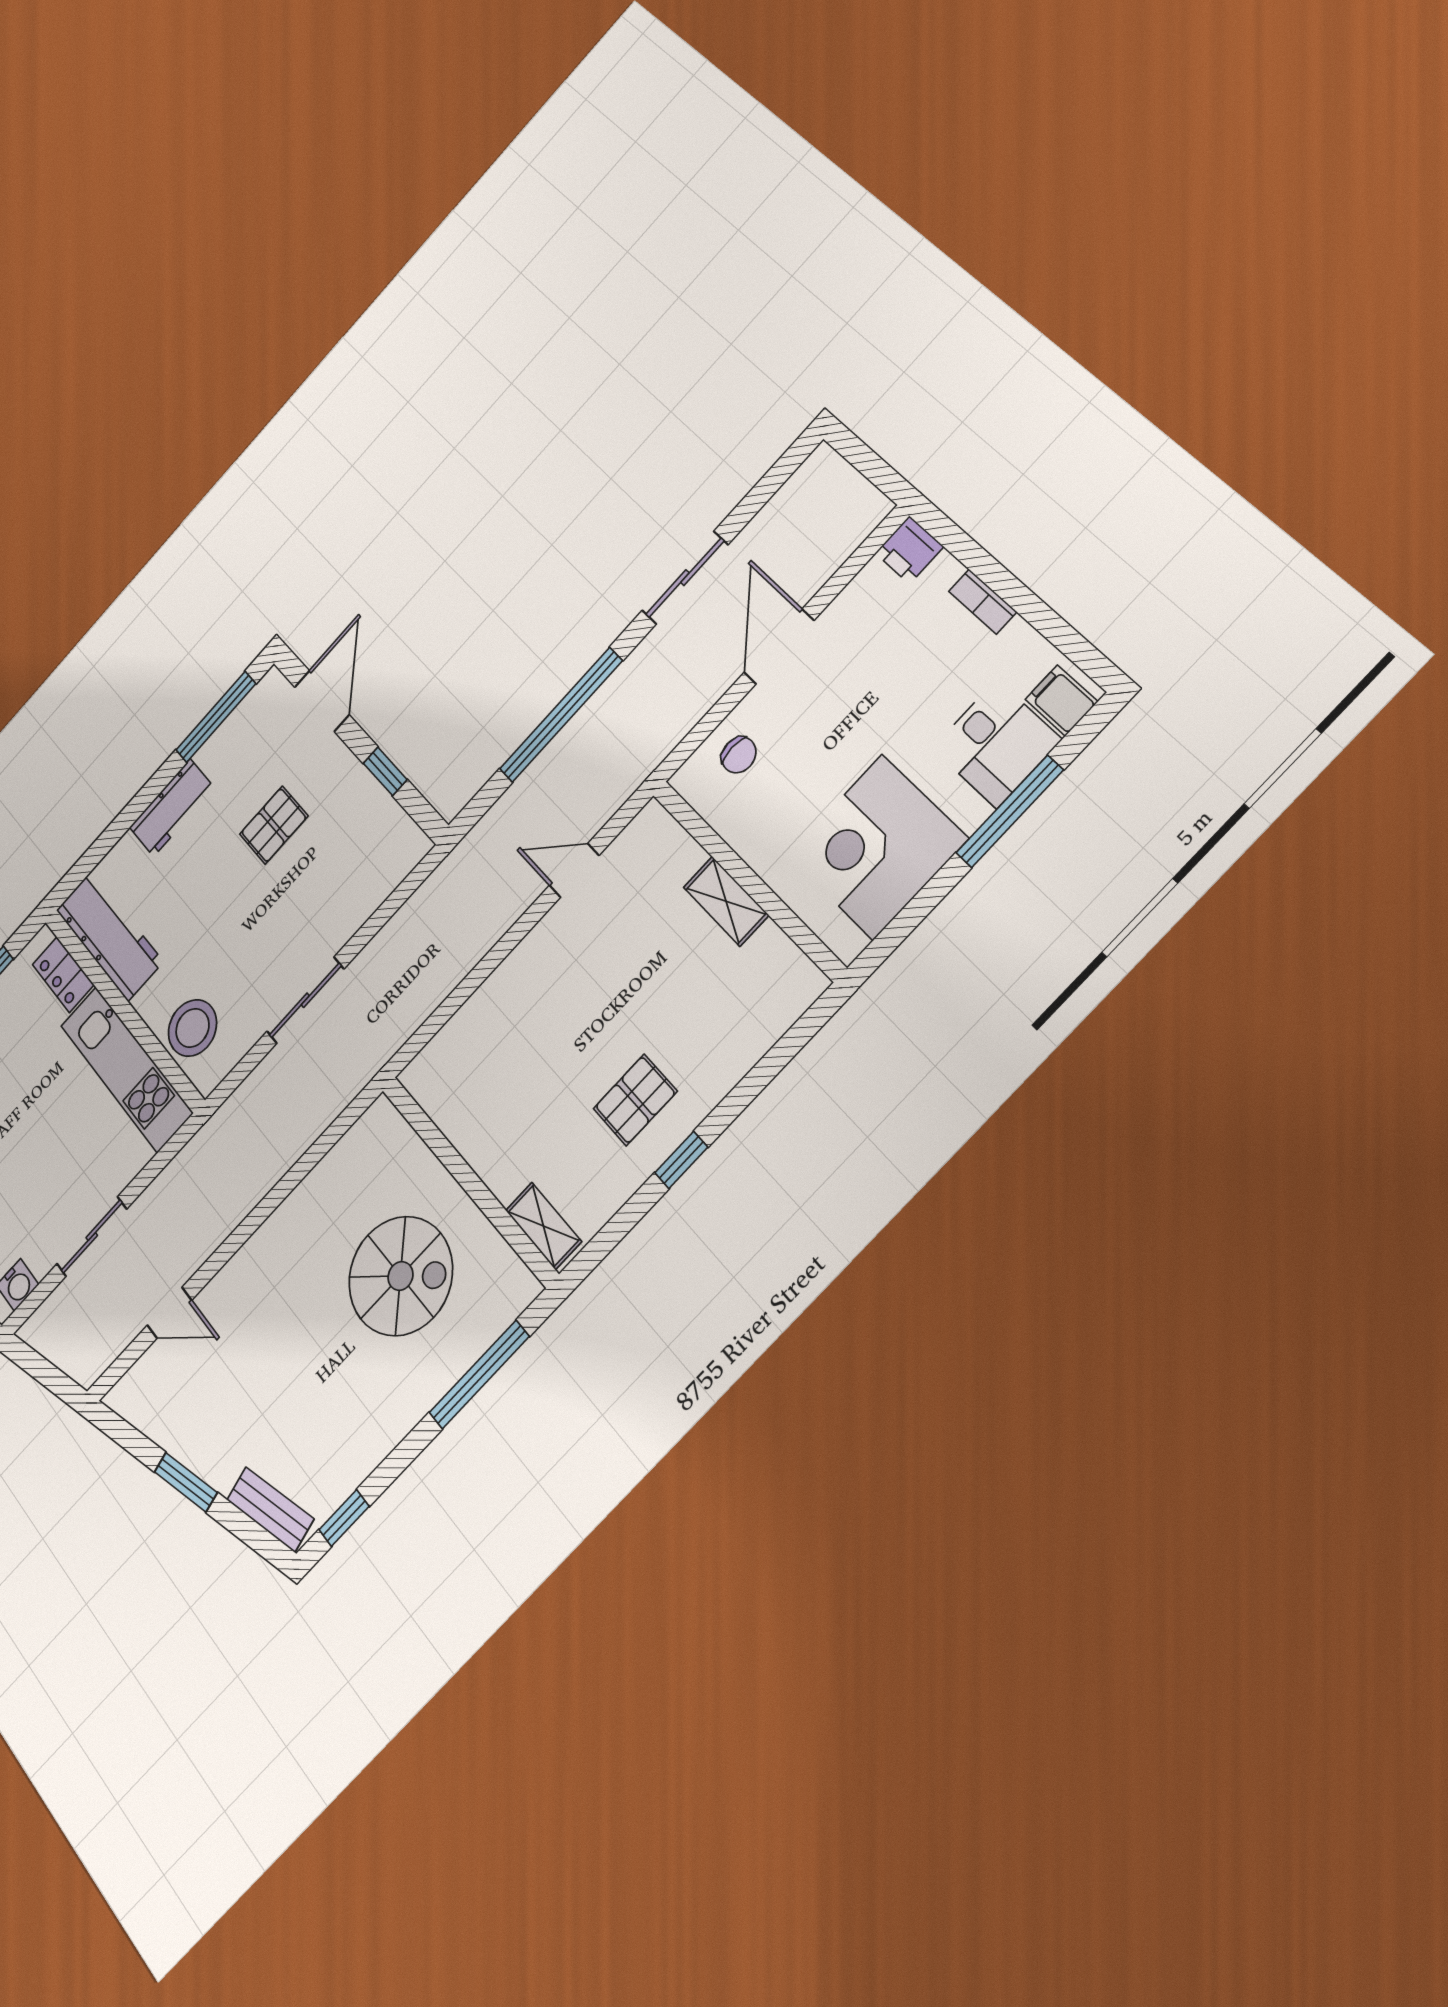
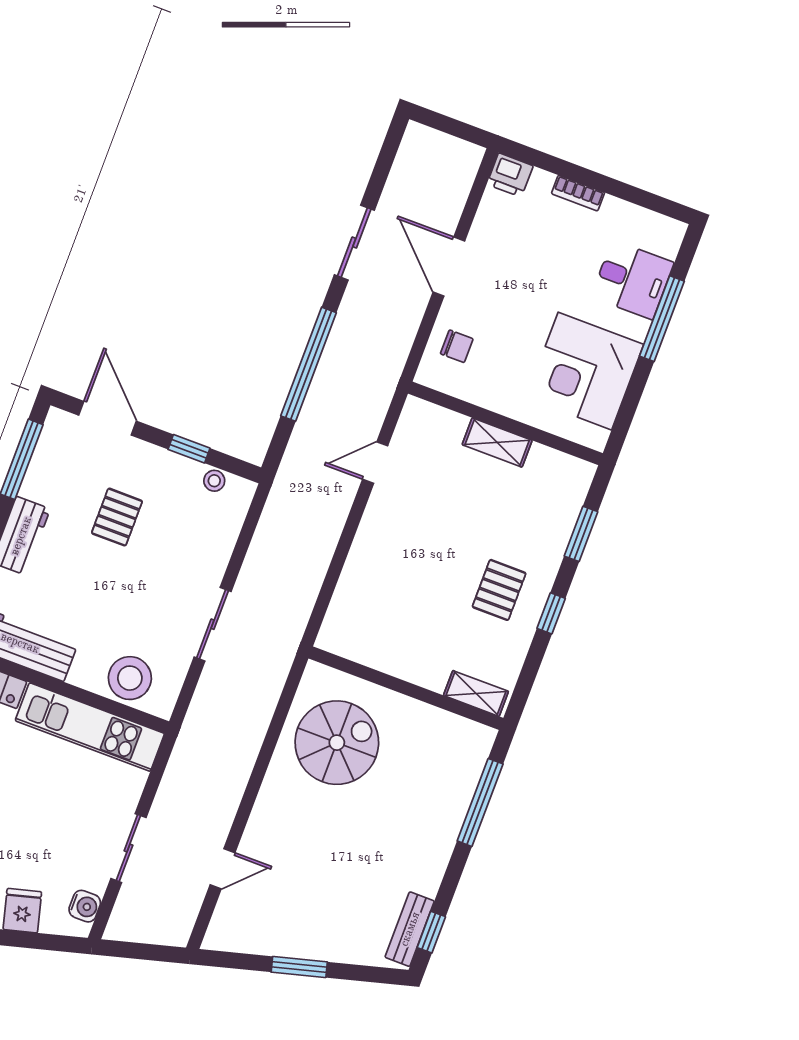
filing cabinet: (1061, 700) -> (662, 239), removed
stool: (392, 822) -> (214, 481), added
window: (768, 1068) -> (581, 534), added
spiral stairs: (400, 1276) -> (337, 743), moved
bench: (270, 1509) -> (410, 929), moved, turned -75

